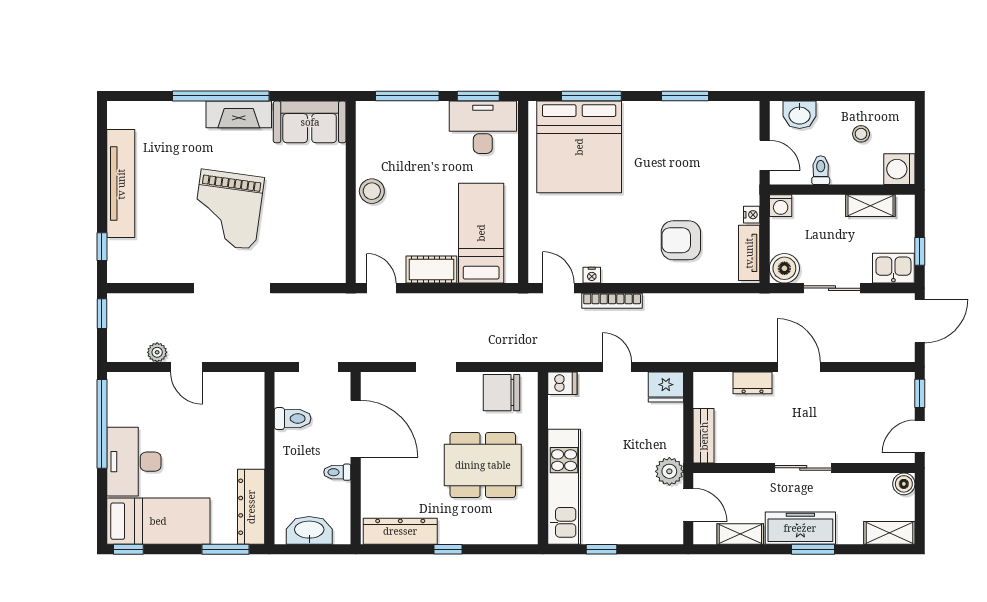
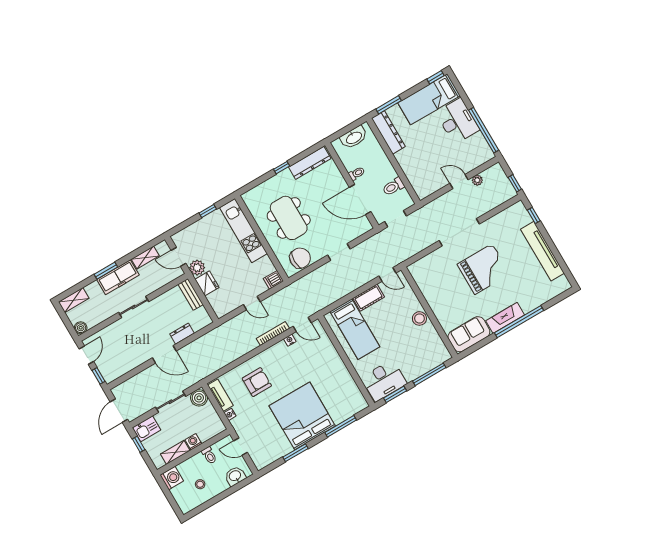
bed: (579, 147) -> (302, 416), moved
washing machine: (781, 206) -> (193, 442), moved
grand piano: (228, 209) -> (484, 269), turned 82
fridge: (666, 387) -> (207, 283), moved, turned 90
dining table: (483, 465) -> (289, 218), turned 90

